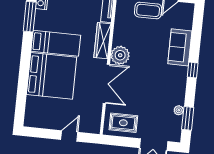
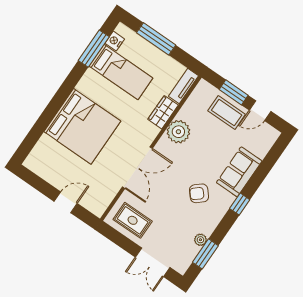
wardrobe: (102, 41) -> (163, 112), width x0.67
bed: (56, 43) -> (121, 72), moved
plant: (120, 55) -> (178, 132), moved
armchair: (160, 78) -> (199, 193), added

